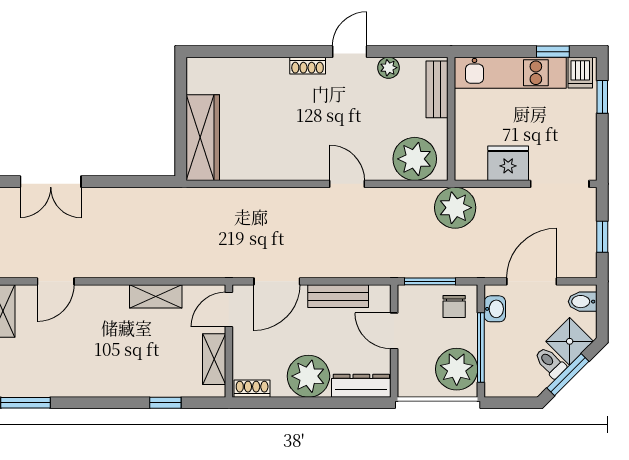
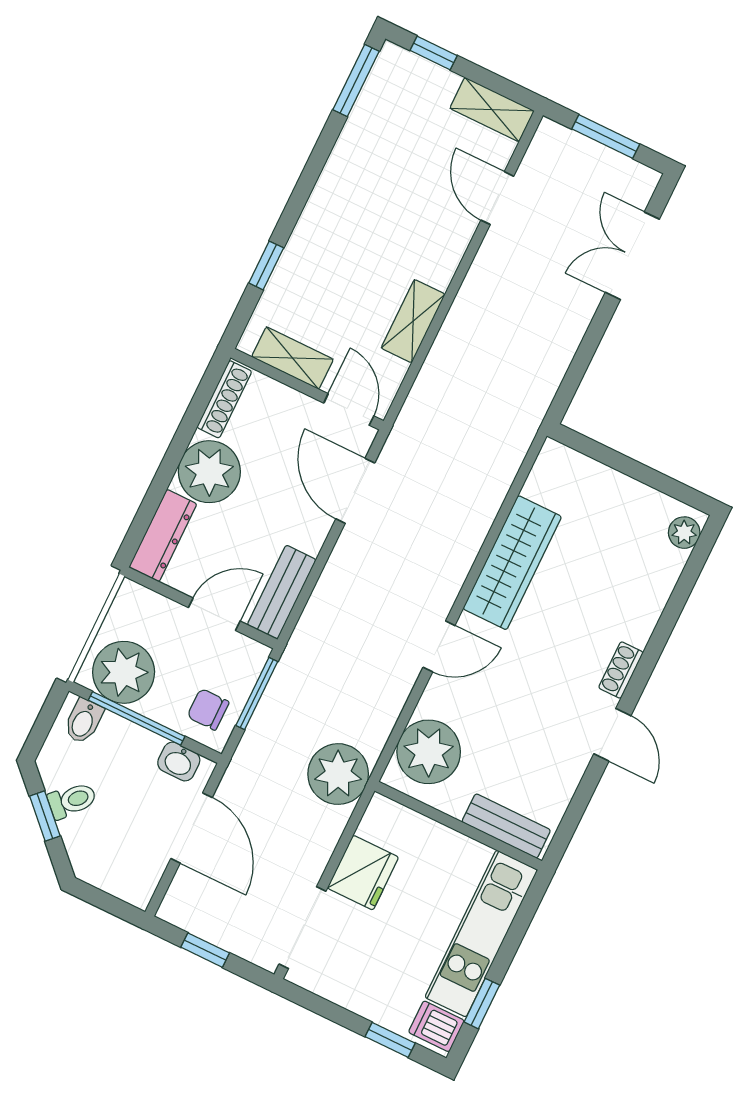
plant: (389, 68) -> (684, 533), moved
wardrobe: (203, 138) -> (512, 563), moved, turned -90
bench: (338, 296) -> (282, 592), moved
bidet: (583, 302) -> (83, 721), moved, turned 180
shower: (570, 341) -> (88, 840), removed
window: (568, 375) -> (45, 816), width x0.67
shoe rack: (252, 389) -> (224, 399), width x1.43

